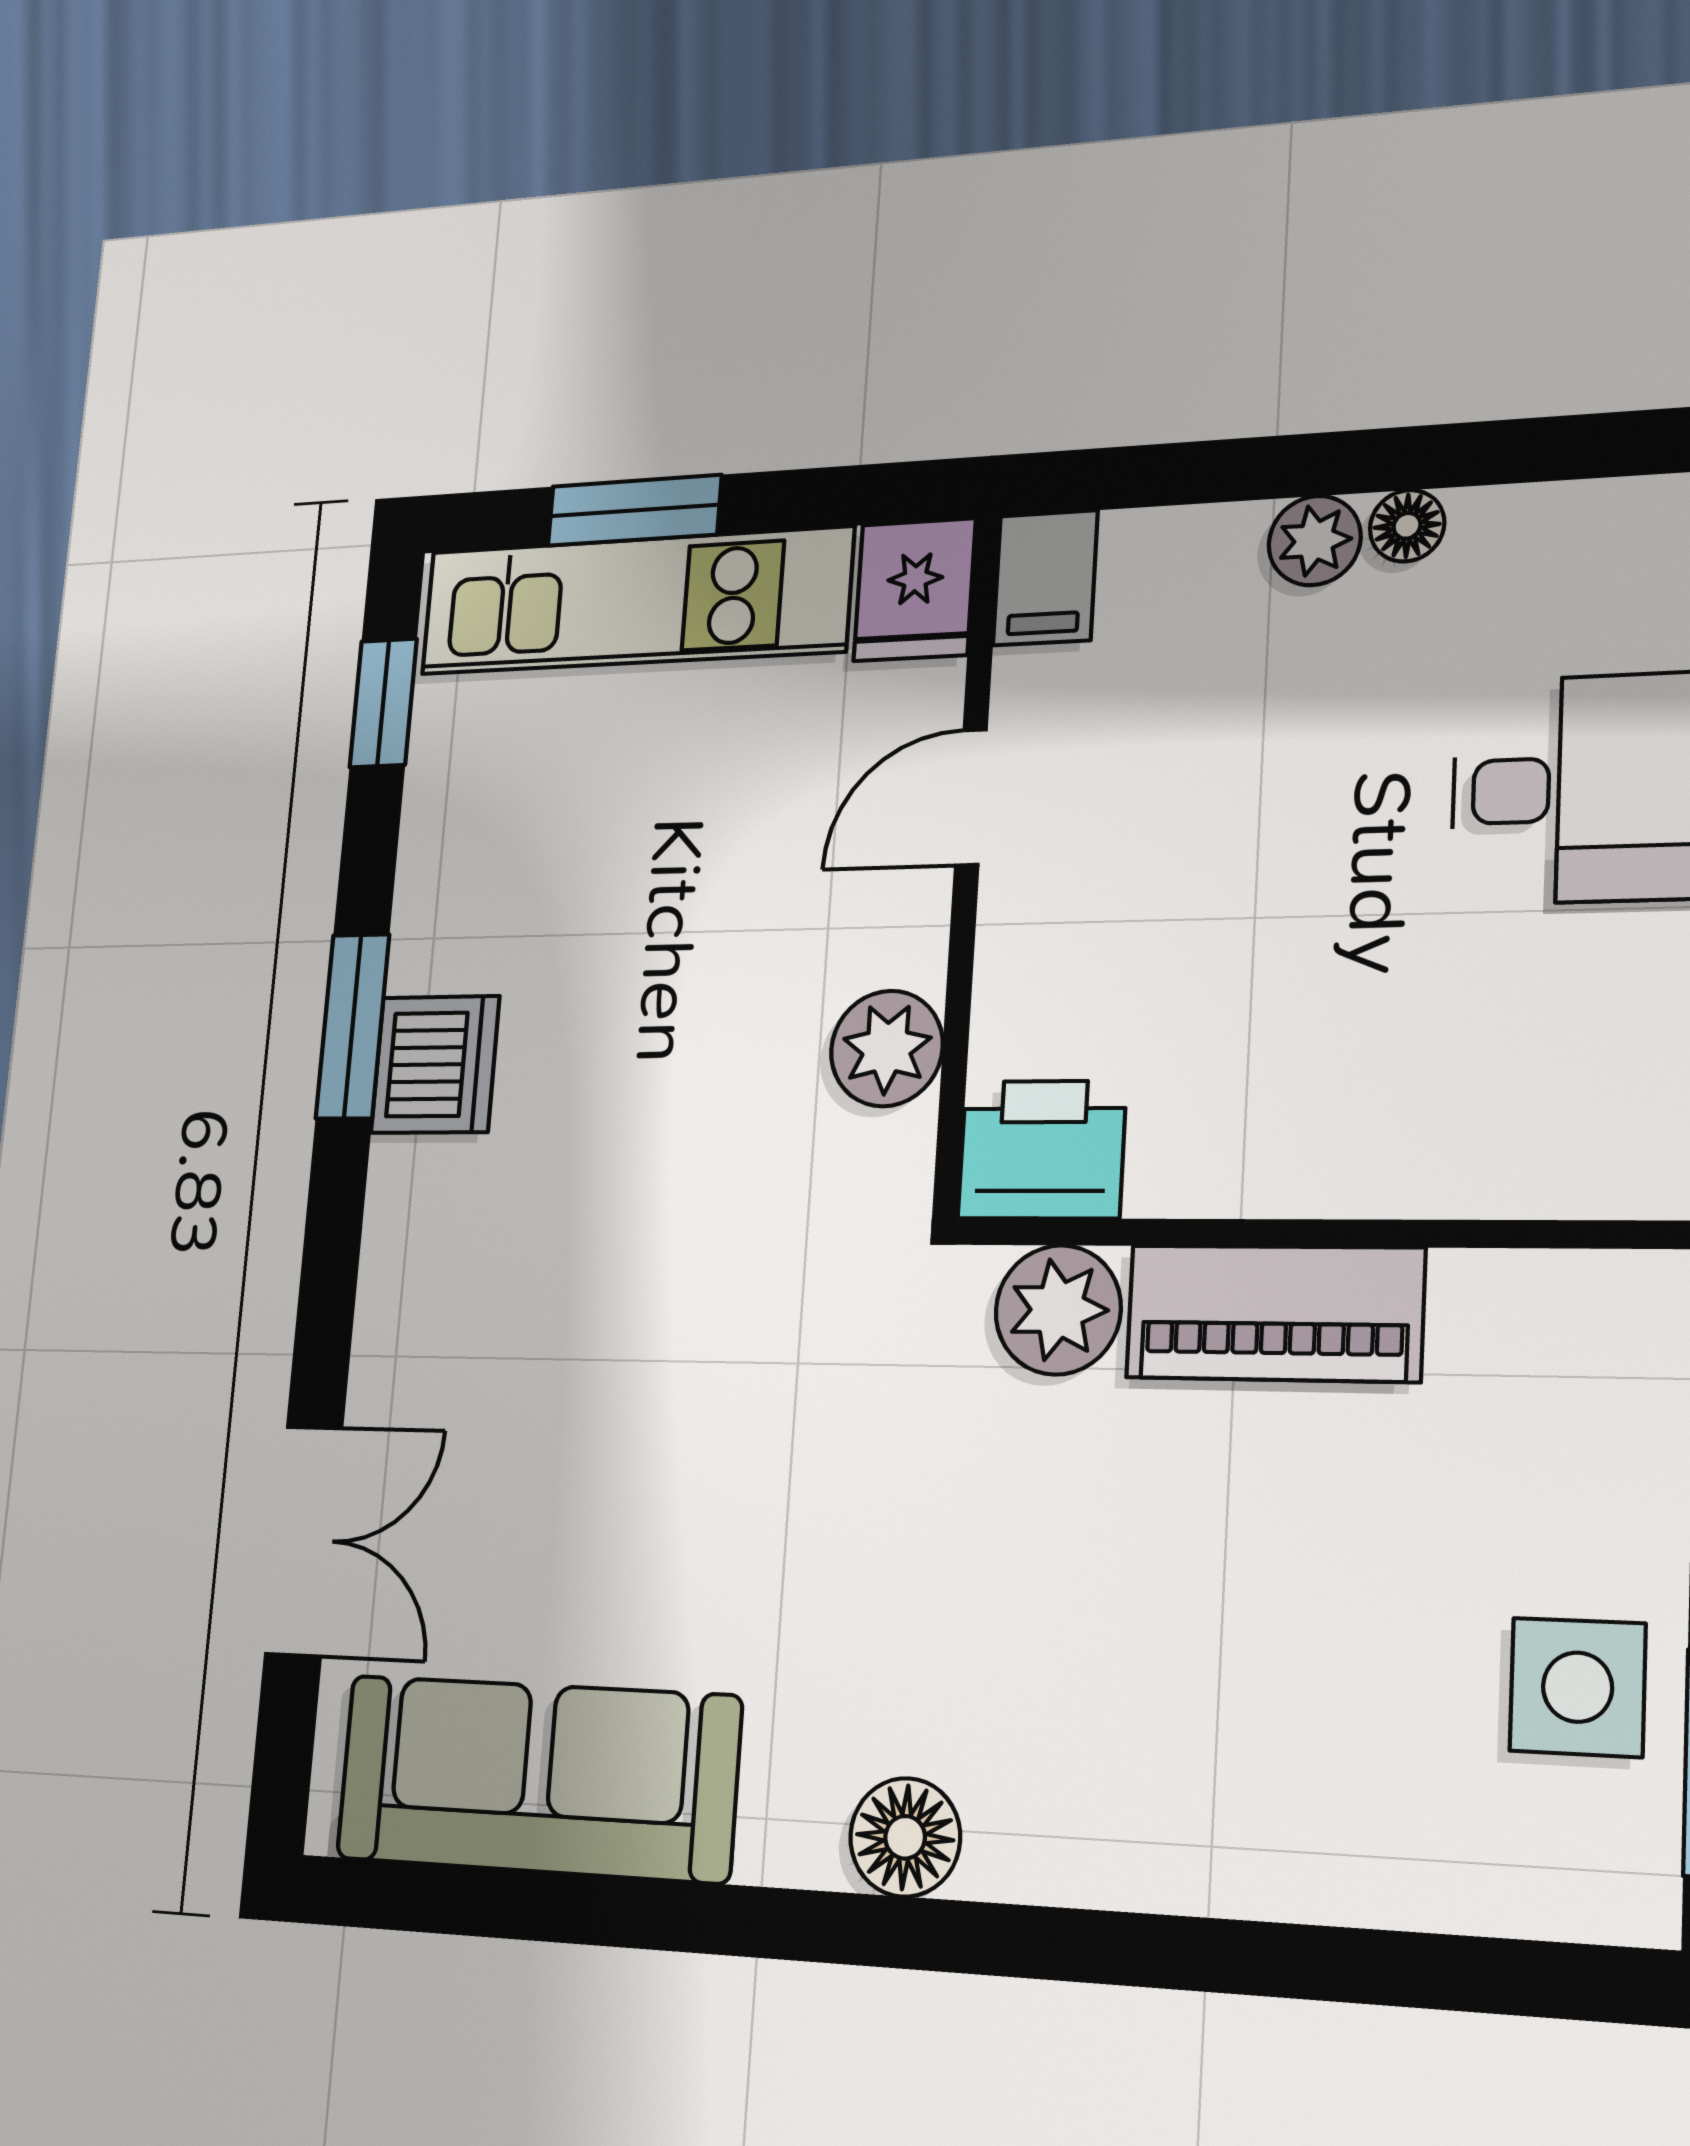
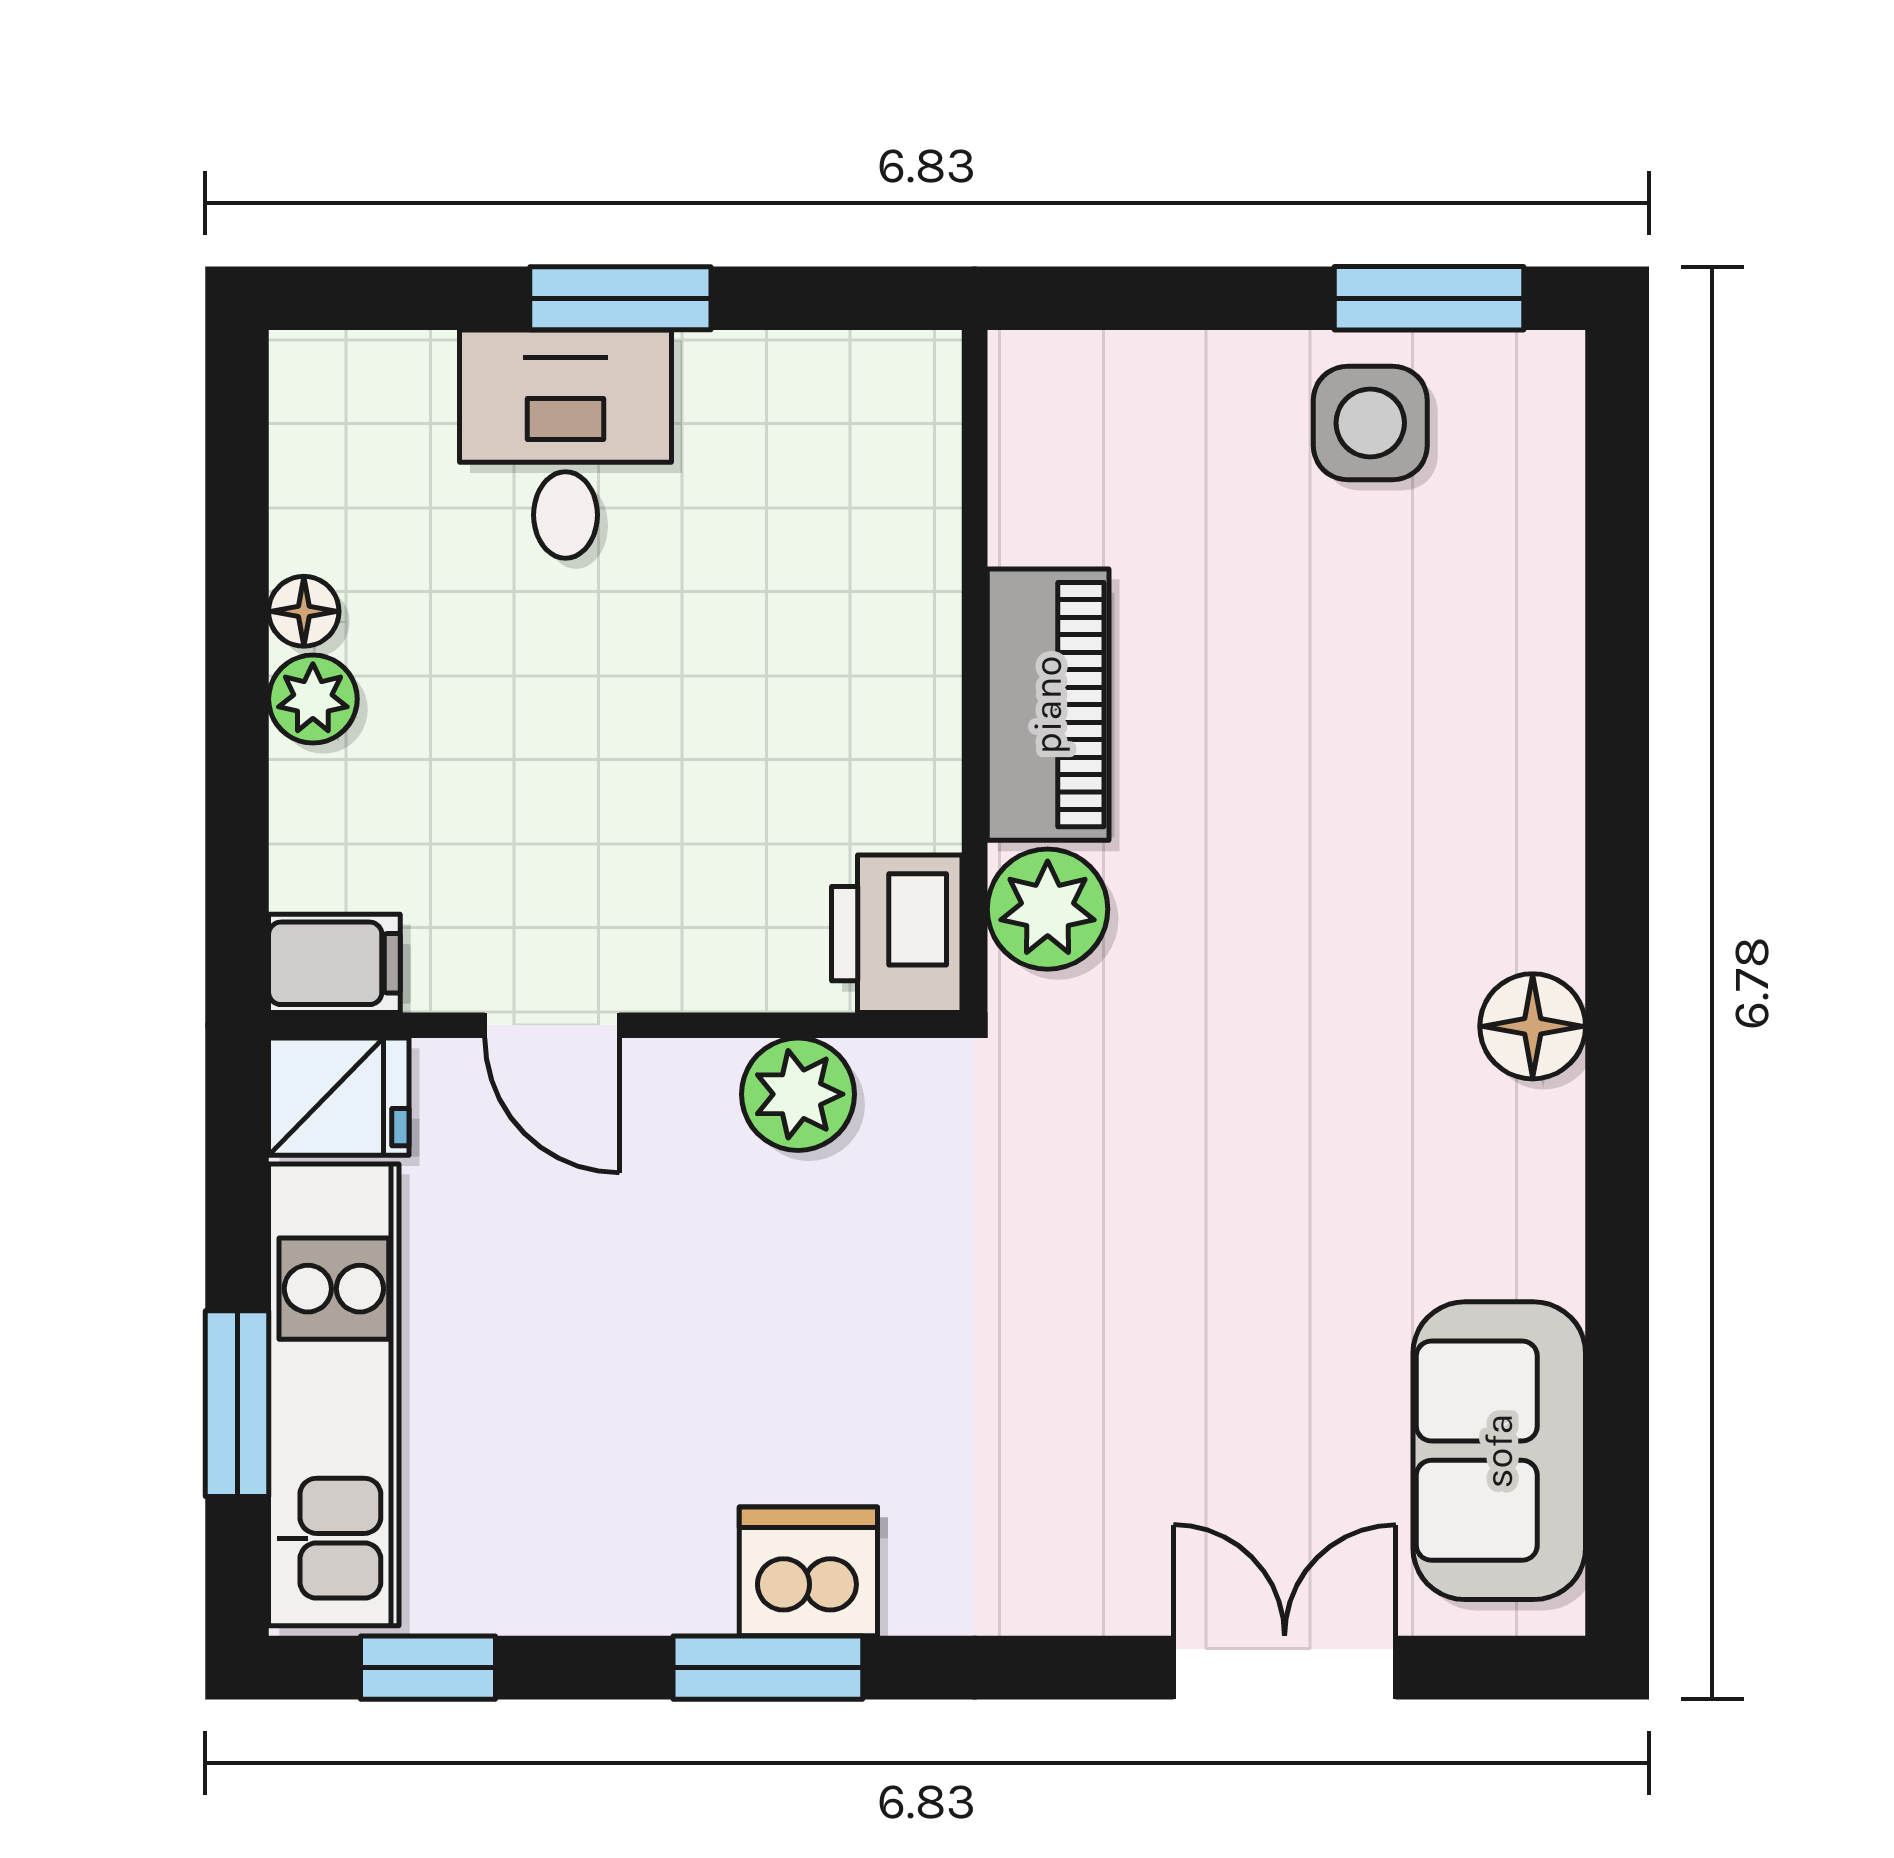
sofa: (537, 1778) -> (1499, 1451), width x0.73

